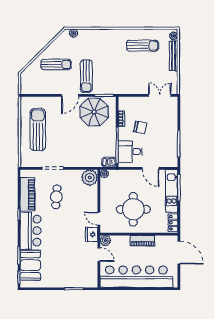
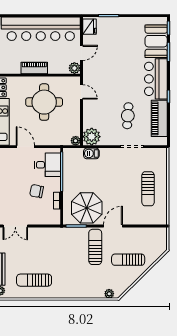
sun lounger: (38, 130) -> (148, 189), width x0.73, depth x0.75
barbecue: (109, 162) -> (91, 153), moved
fridge: (92, 234) -> (89, 27), moved
door: (99, 255) -> (81, 53), swing flipped

